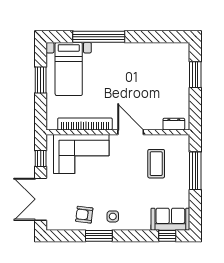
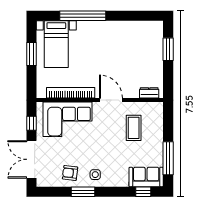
window: (195, 171) -> (168, 158), moved

